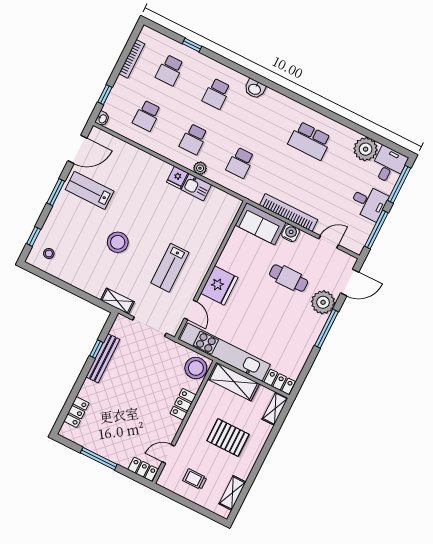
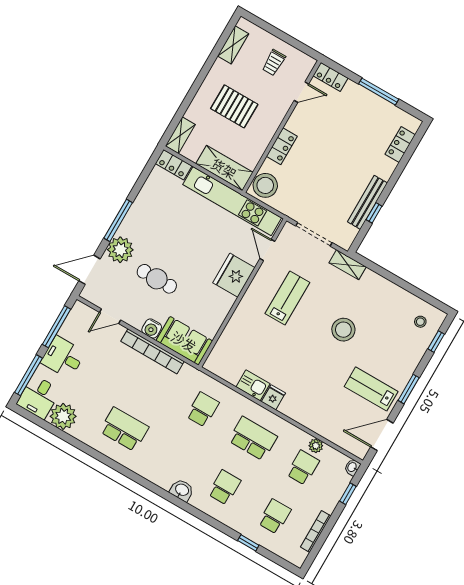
school desk: (194, 139) -> (253, 439), width x1.85
plant: (200, 168) -> (316, 446), moved
lab bench: (90, 190) -> (371, 389), turned 180
trolley: (195, 479) -> (274, 63), turned 90

